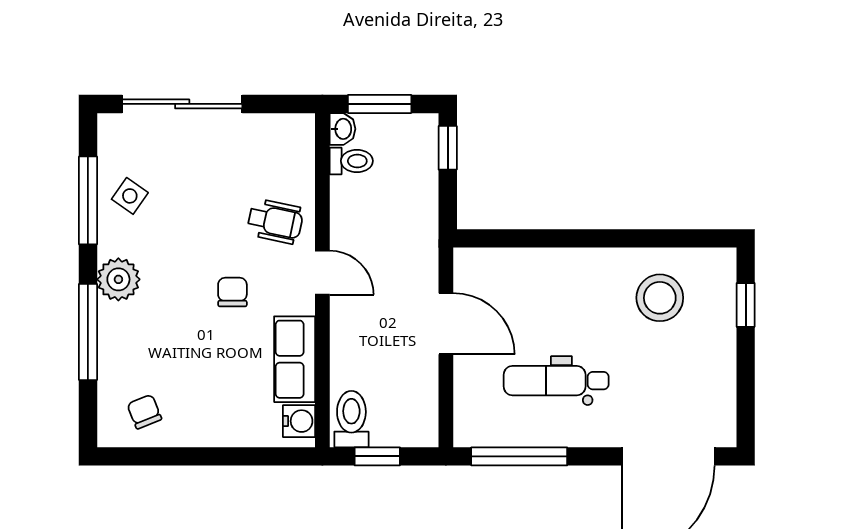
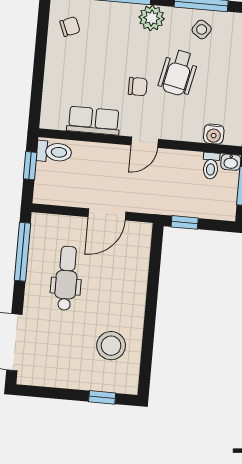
window: (448, 148) -> (185, 222), moved
wheelchair: (275, 221) -> (178, 73), moved, width x1.36, depth x1.37
water cooler: (299, 421) -> (214, 134), moved

